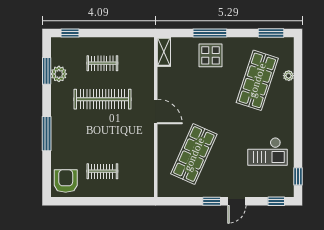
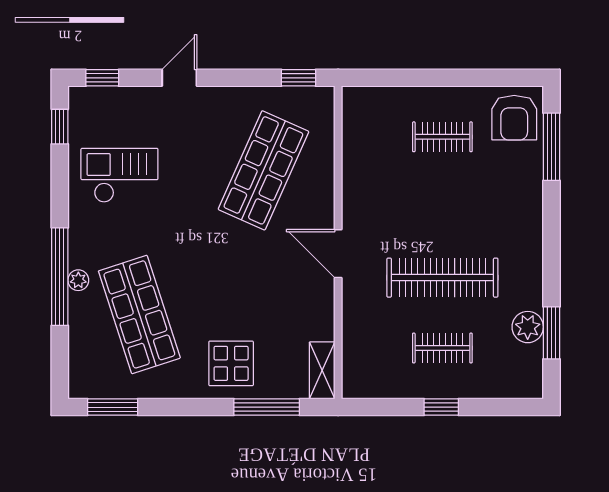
window: (70, 33) -> (441, 407), moved
window: (210, 33) -> (267, 407), moved
plant: (289, 76) -> (78, 280), moved
shop shelf: (257, 80) -> (139, 314), turned -36
window: (298, 100) -> (60, 277), added
window: (47, 134) -> (552, 147), moved
window: (212, 201) -> (299, 78), moved

